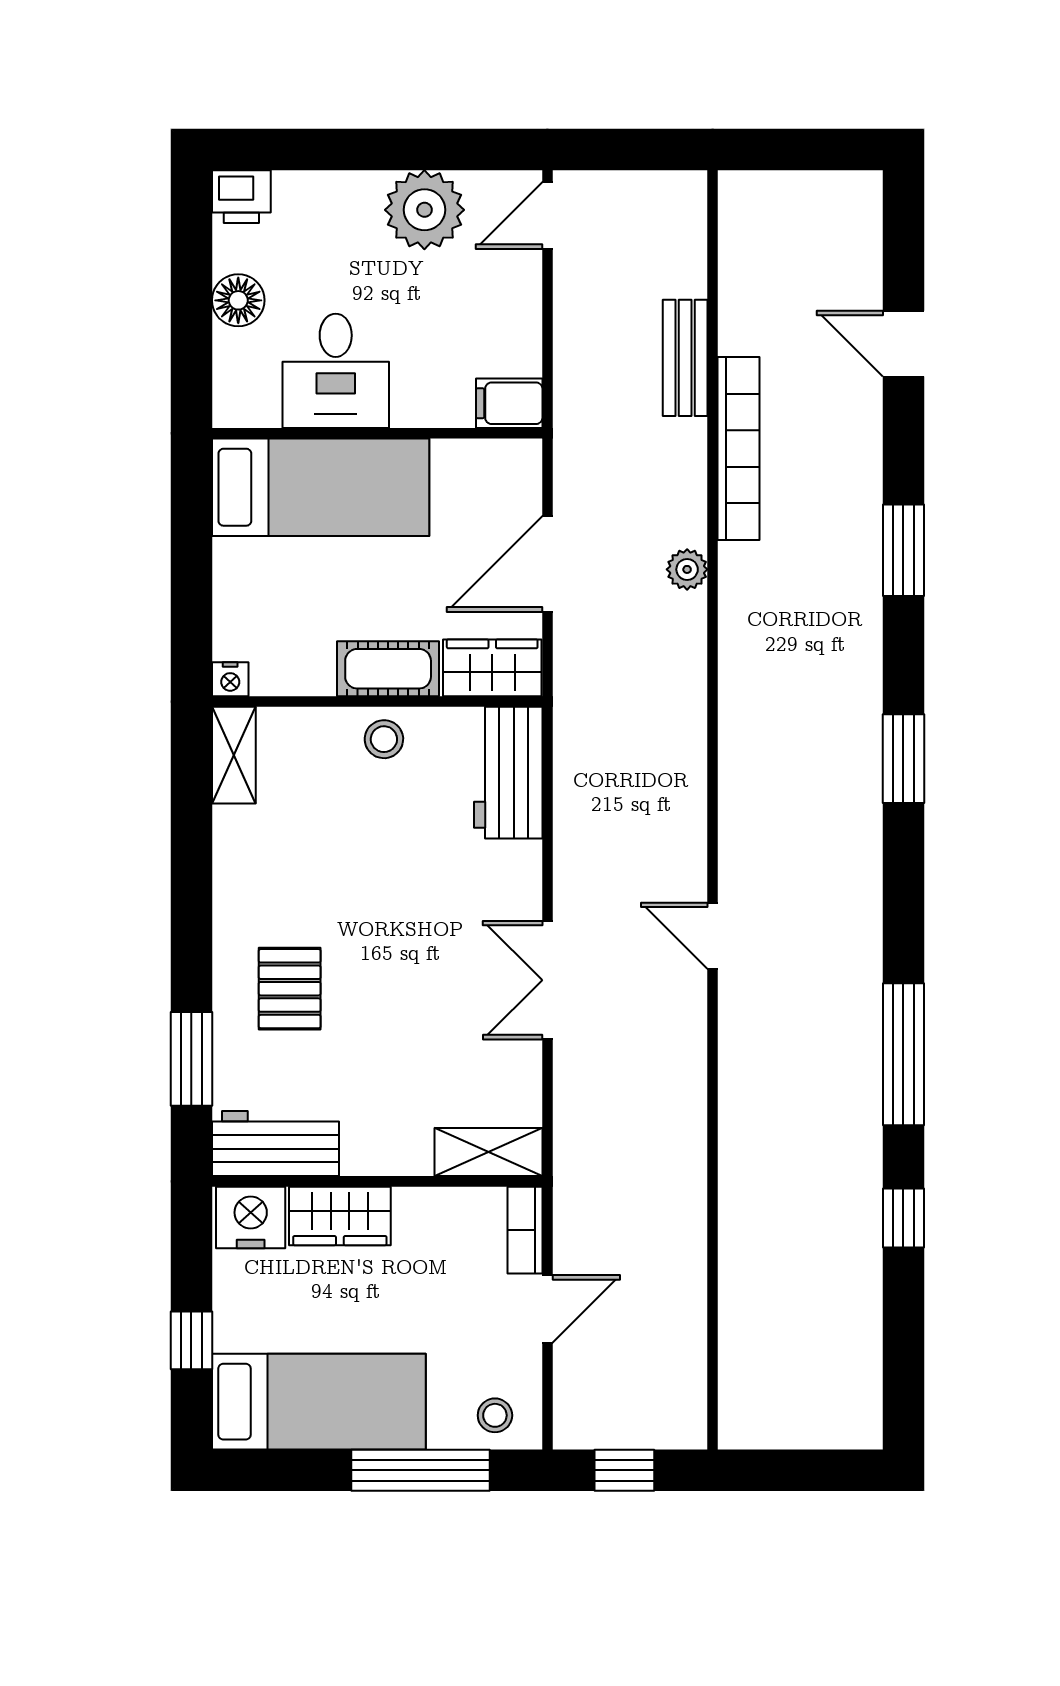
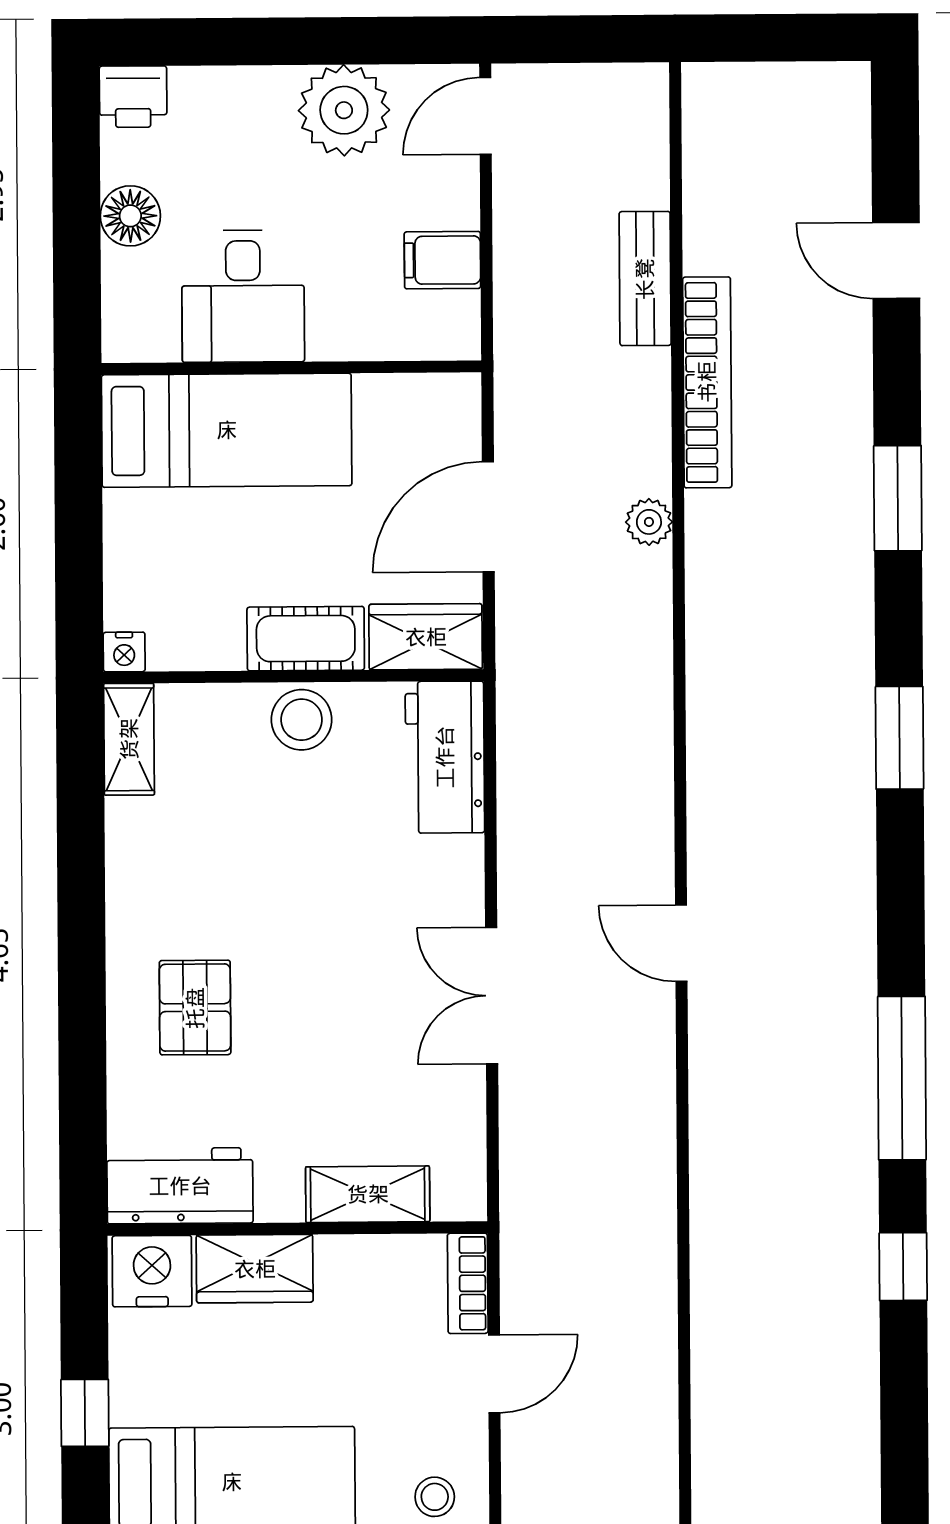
filing cabinet: (509, 403) -> (442, 260), moved
stool: (384, 739) -> (302, 720), width x1.37, depth x1.37
window: (191, 1059) -> (83, 1089), removed
shelving: (488, 1152) -> (368, 1194), moved

